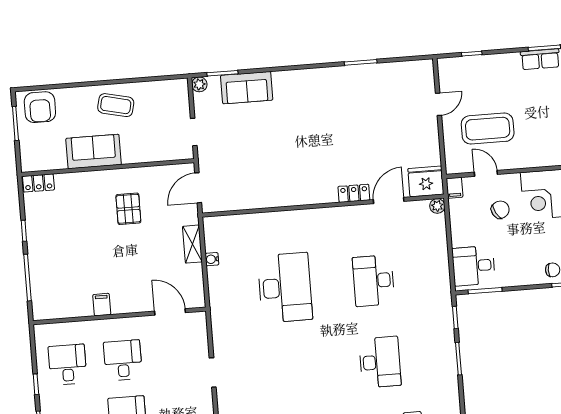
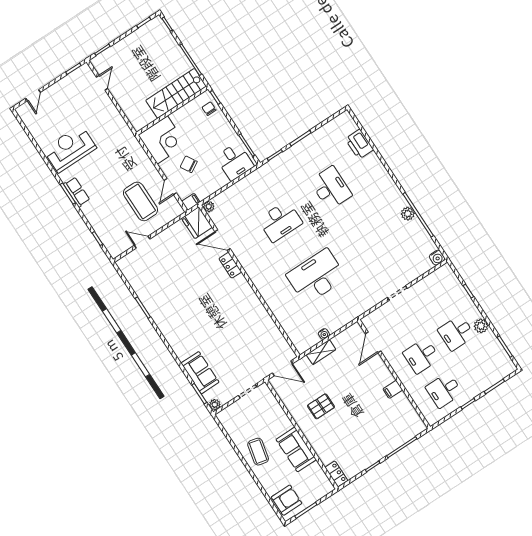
desk: (380, 362) -> (331, 188), turned 90

